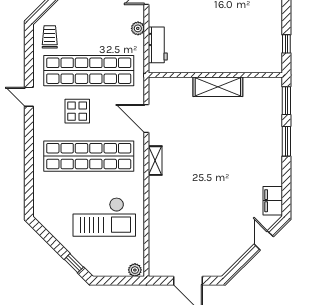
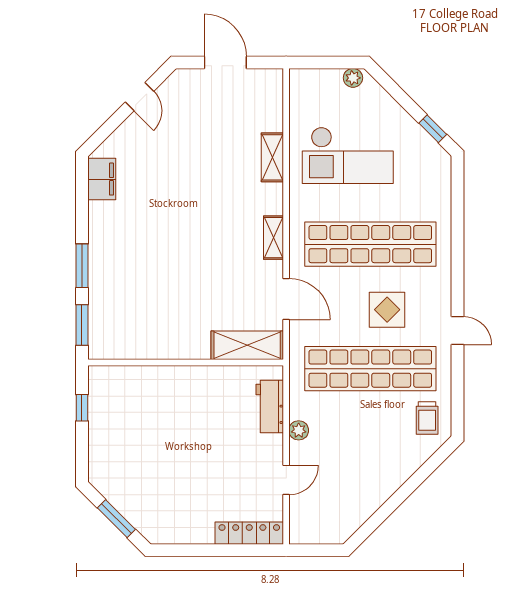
shelving: (218, 87) -> (247, 345), moved
shelving: (156, 216) -> (272, 157), added
checkout: (104, 217) -> (348, 155), turned 180
door: (264, 240) -> (139, 97), moved
window: (74, 263) -> (433, 129), moved
plant: (135, 270) -> (353, 78), moved

